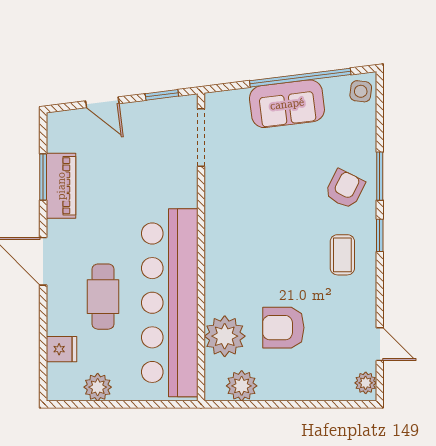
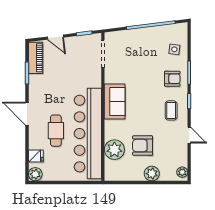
side table: (361, 91) -> (174, 49), moved
sofa: (287, 104) -> (115, 101), moved, turned -83
piano: (61, 186) -> (36, 58), moved
armchair: (345, 189) -> (172, 79), turned 63
door: (380, 344) -> (189, 135), moved
plant: (242, 386) -> (152, 174), moved
plant: (98, 387) -> (35, 174), moved

